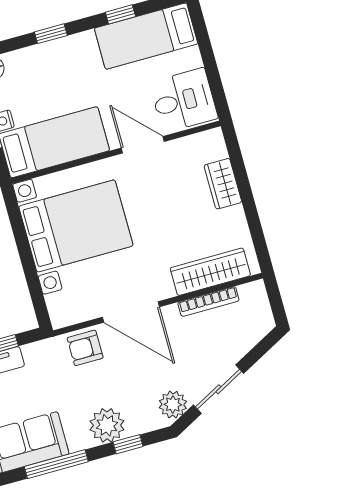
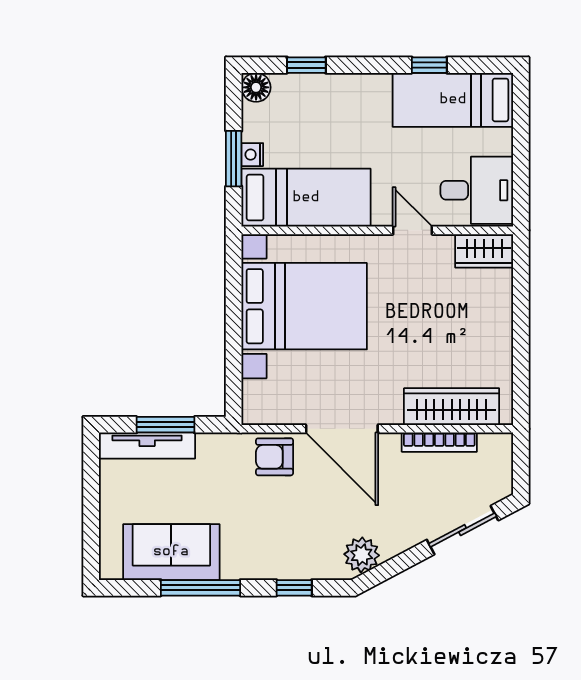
window: (51, 34) -> (306, 65), moved
door: (143, 145) -> (412, 230), width x0.73
wardrobe: (223, 184) -> (484, 251), moved, turned -90
sliding door: (219, 389) -> (463, 530), moved
plant: (107, 425) -> (275, 558), removed

